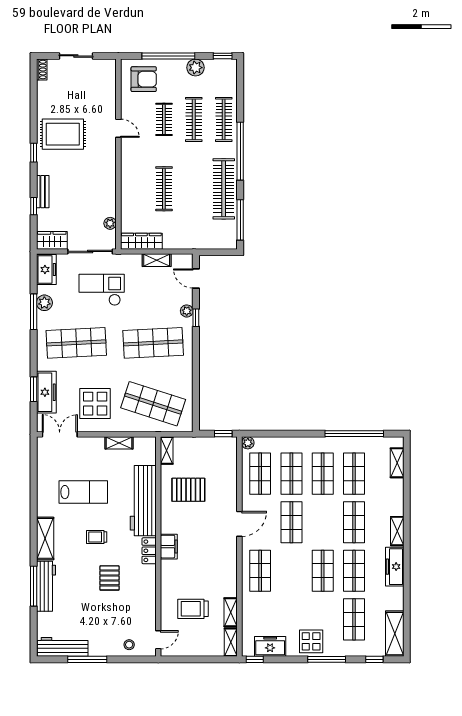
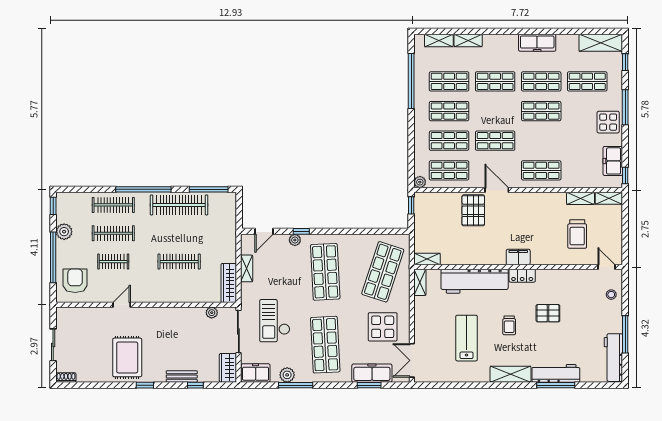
shelving: (119, 443) -> (420, 282), moved
pallet: (188, 490) -> (473, 210), moved
shelving: (397, 531) -> (468, 40), moved

